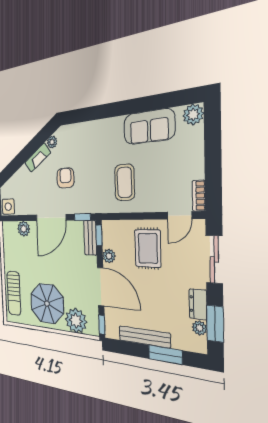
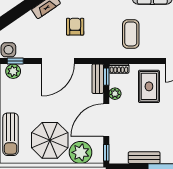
window: (82, 217) -> (15, 61), moved
shoe rack: (112, 226) -> (119, 69), added
plant: (24, 229) -> (13, 71), moved
door: (101, 287) -> (106, 120), swing flipped
bench: (144, 337) -> (144, 158), width x0.73

